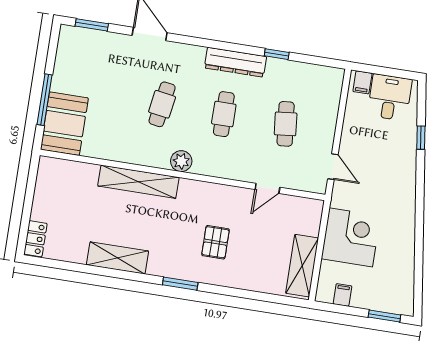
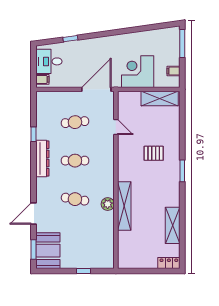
window: (44, 100) -> (83, 271), width x0.46
booth: (64, 124) -> (48, 251), moved, turned 90
plant: (181, 161) -> (108, 204), moved
door: (333, 167) -> (96, 89), width x1.87
shelving: (117, 258) -> (173, 225), moved
window: (384, 316) -> (182, 44), width x1.44

